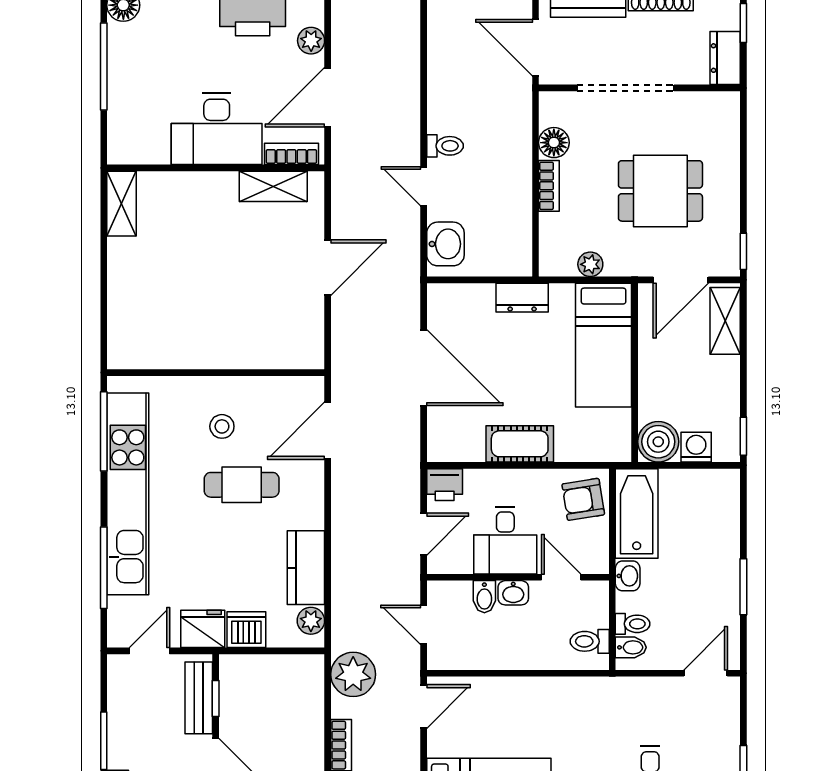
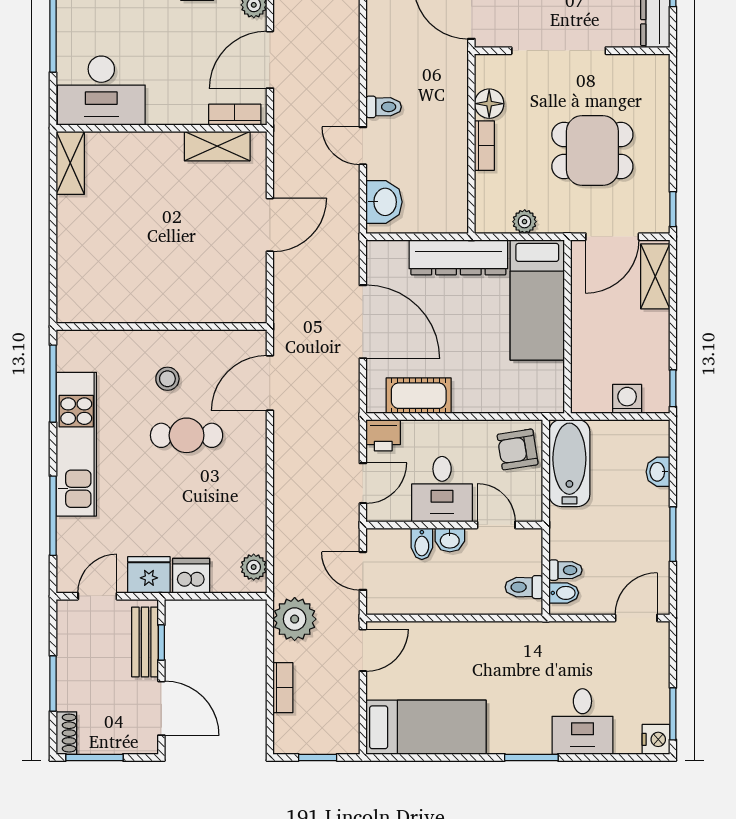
desk: (217, 129) -> (101, 91), moved
dresser: (522, 298) -> (458, 257), width x1.96, depth x1.24
boiler: (658, 442) -> (590, 394), removed
cot: (520, 444) -> (419, 396), moved
kitchen unit: (128, 494) -> (76, 444), width x0.73
kitchen counter: (306, 568) -> (249, 516), removed
washbasin: (628, 576) -> (658, 472), moved, turned 180

